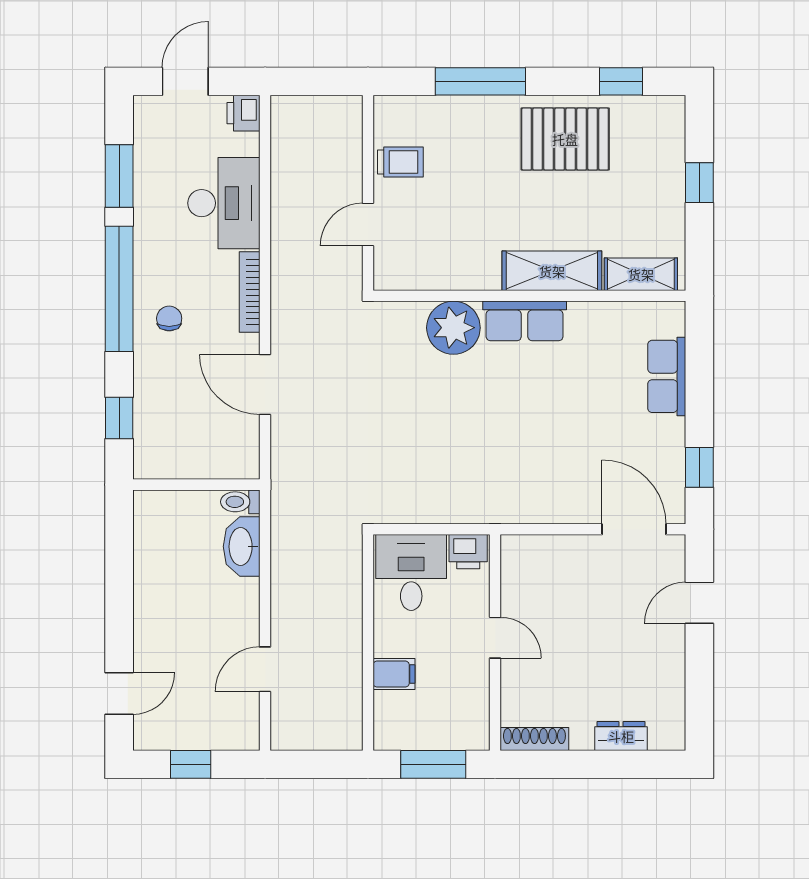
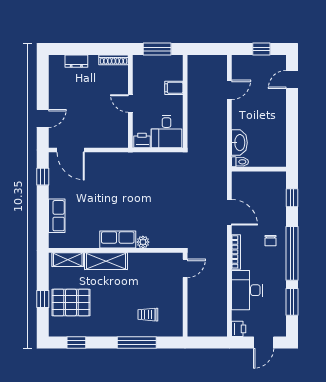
pallet: (565, 139) -> (71, 303), moved
trolley: (400, 162) -> (148, 315), moved
door: (368, 224) -> (185, 268), moved
plant: (453, 328) -> (143, 242), width x0.53, depth x0.53

